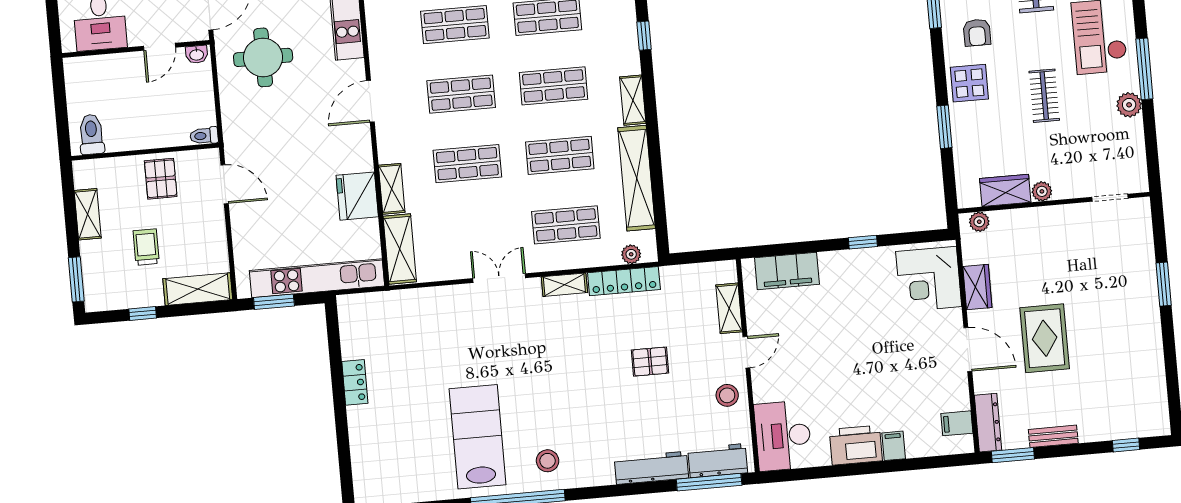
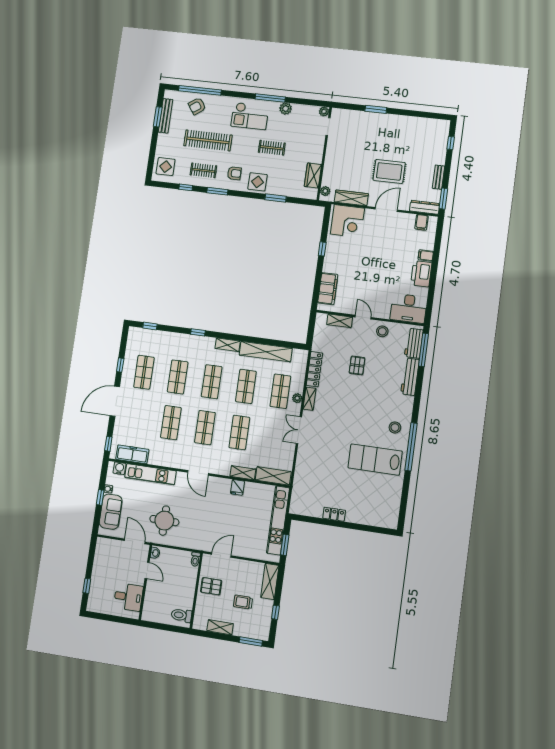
plant: (1042, 191) -> (324, 111), moved
fridge: (357, 196) -> (238, 487), width x0.53, depth x0.75
plant: (631, 254) -> (297, 398), moved
wardrobe: (977, 287) -> (351, 198), width x1.50

